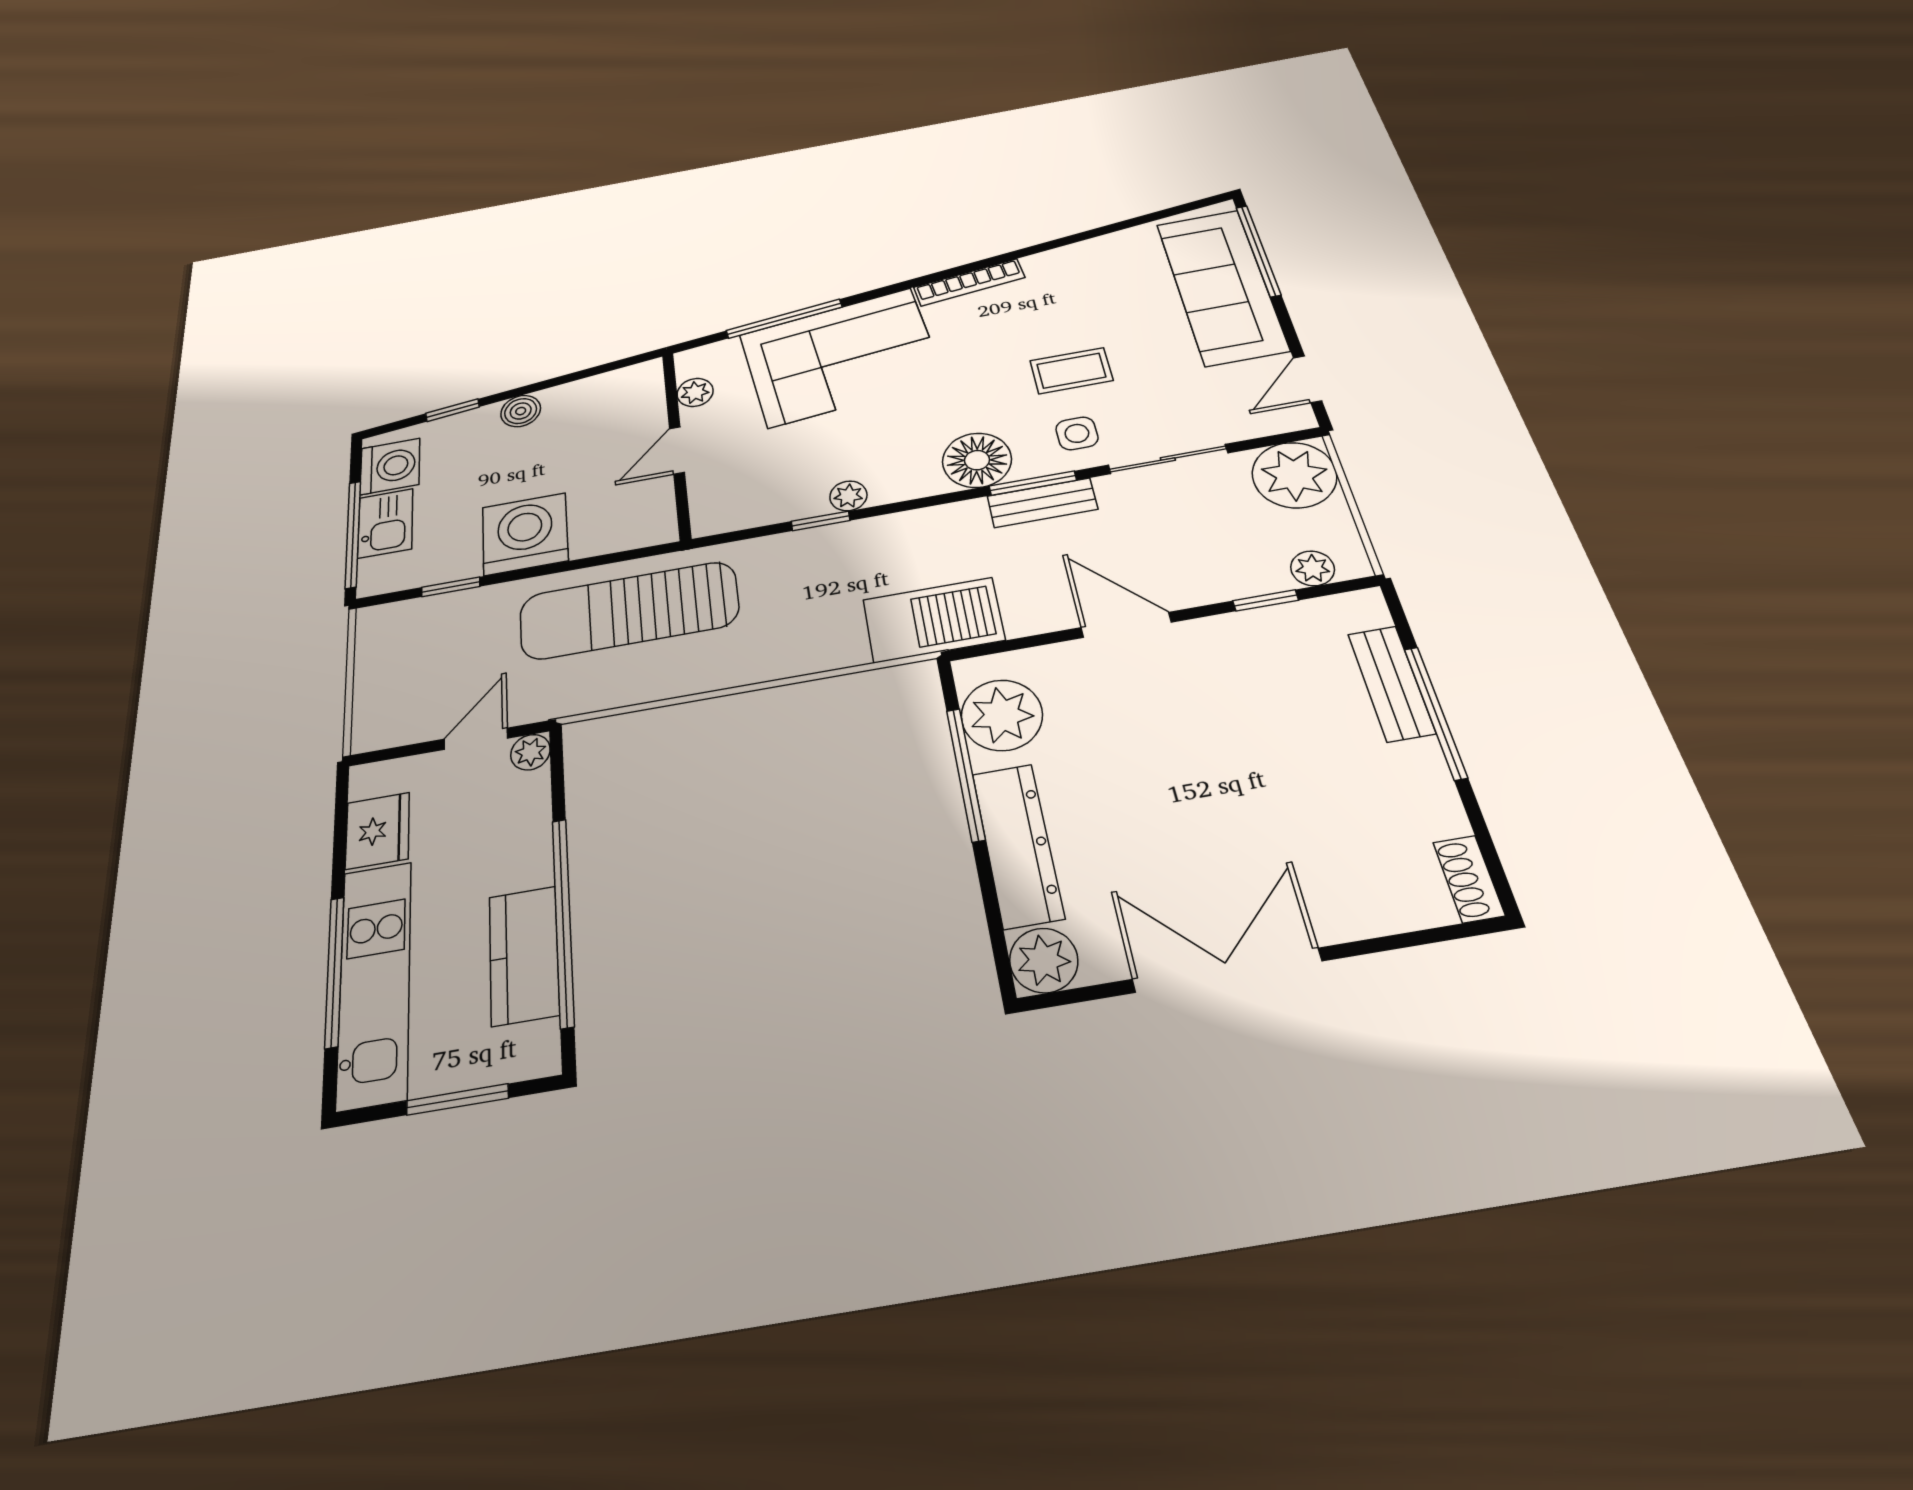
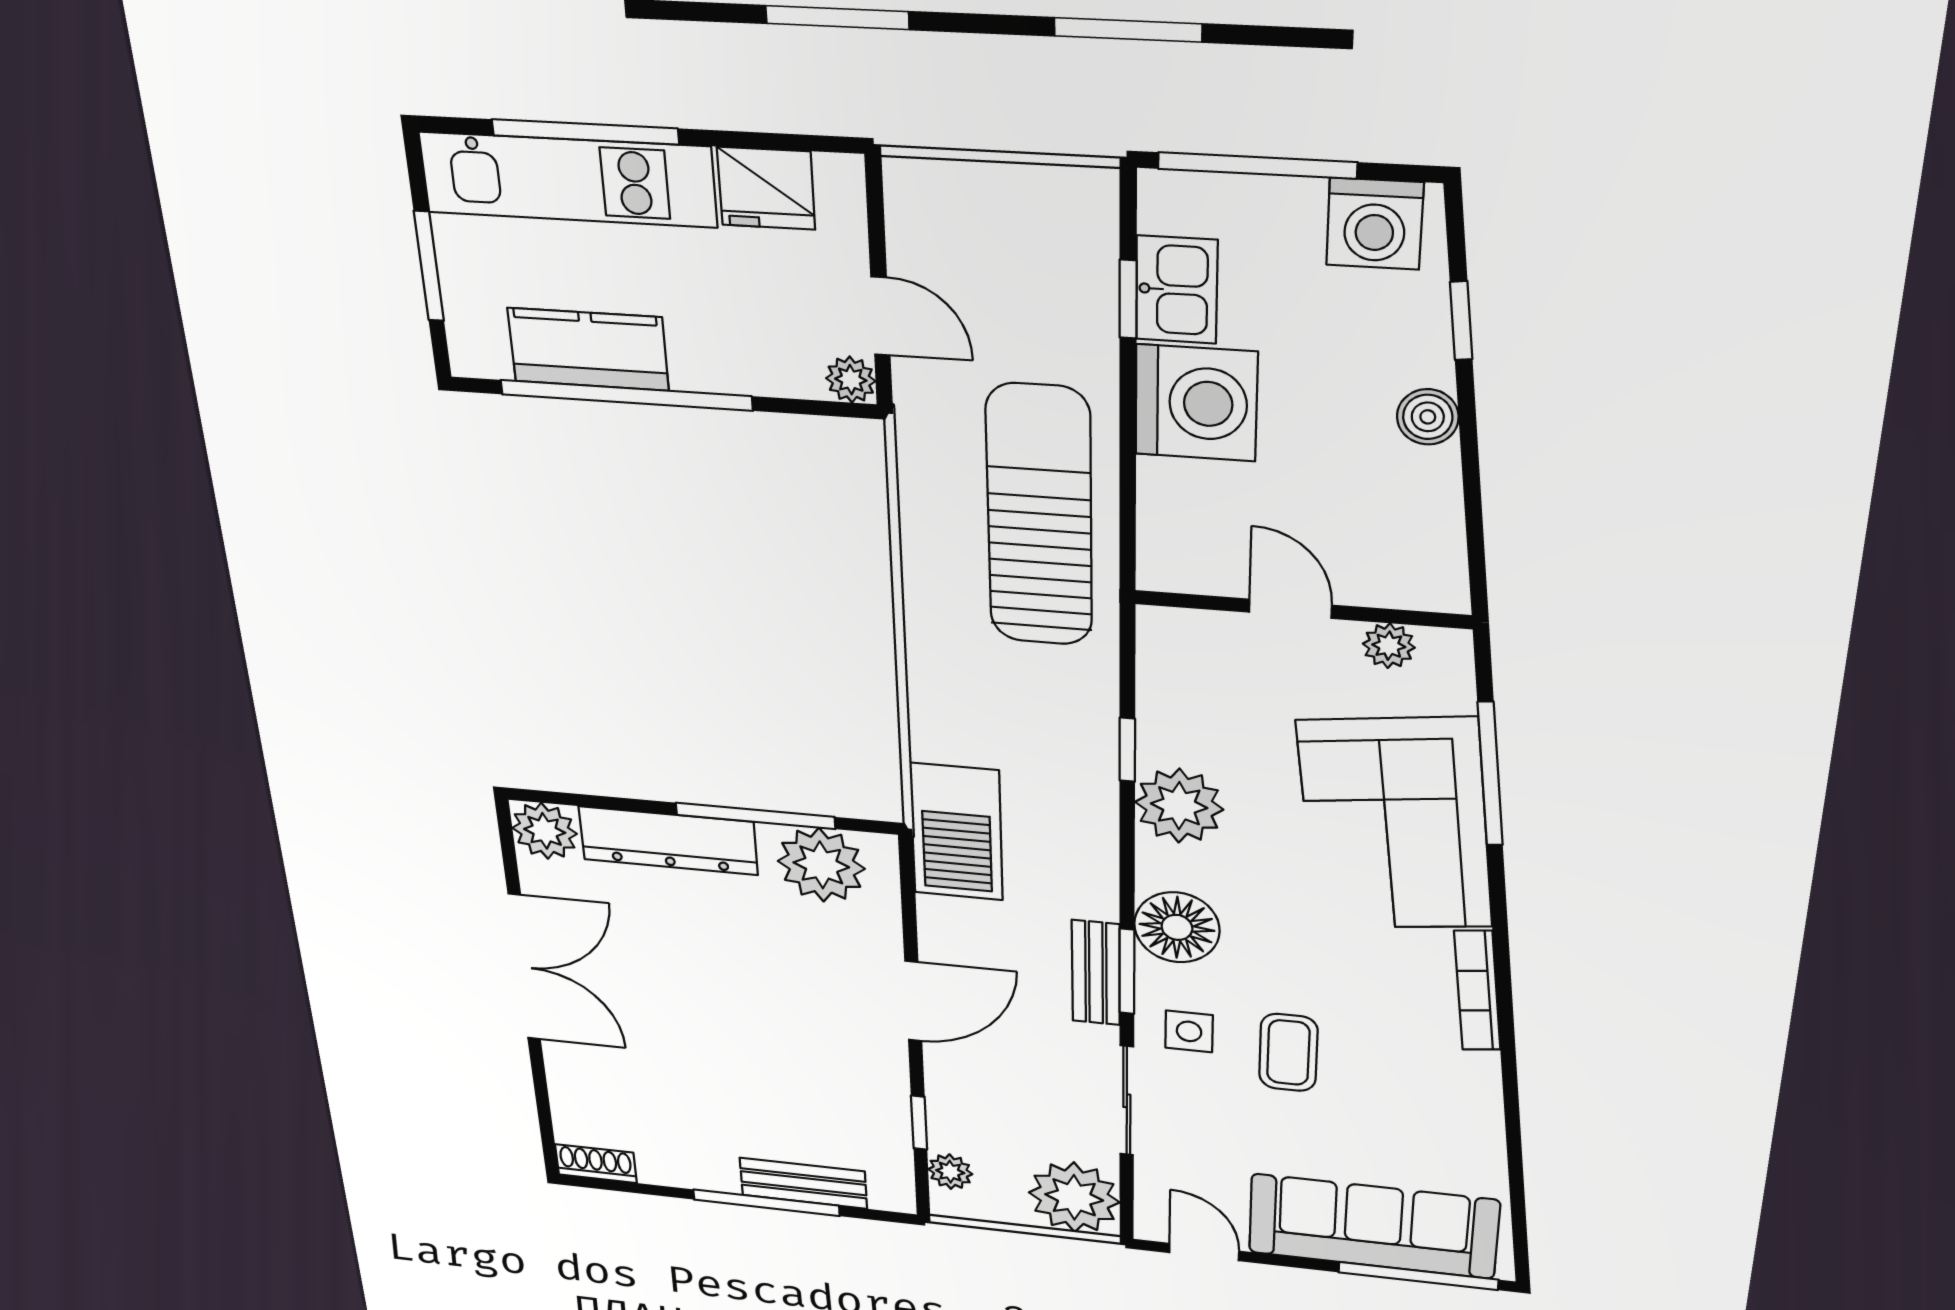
plant: (848, 496) -> (1179, 806), width x1.88, depth x1.88
kitchen sink: (385, 523) -> (1177, 290), moved, turned -90

